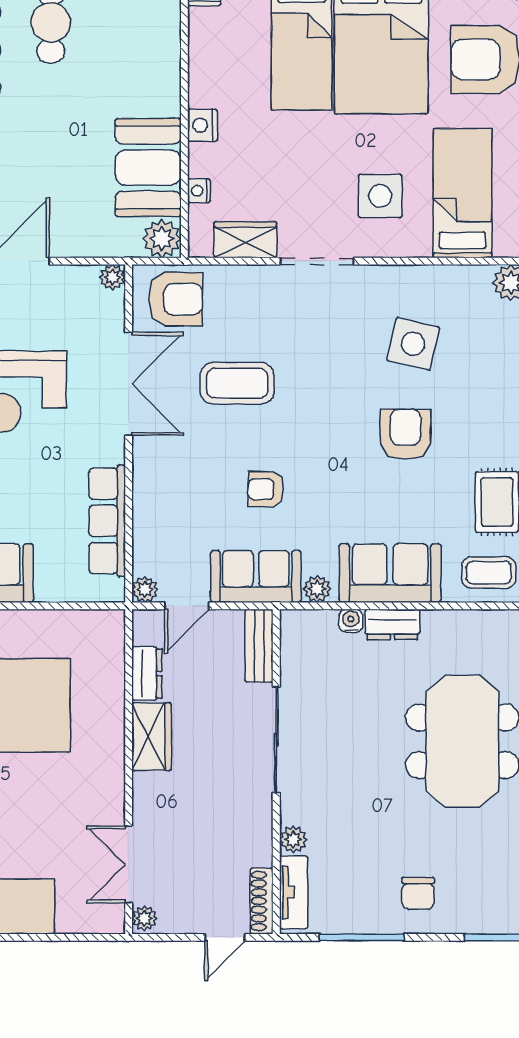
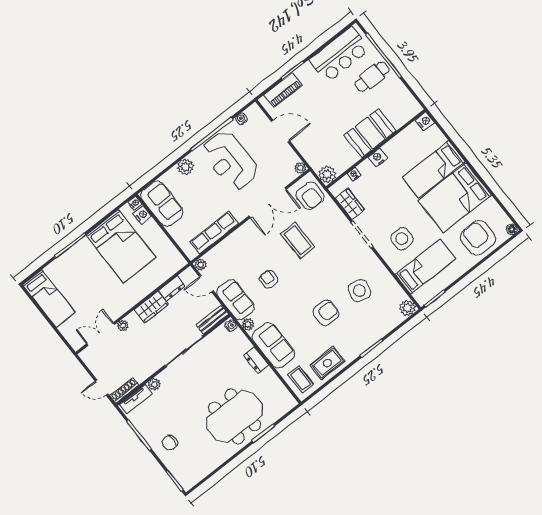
booth: (148, 168) -> (370, 133), moved
water cooler: (351, 621) -> (231, 326), moved
plant: (144, 918) -> (123, 325), moved

